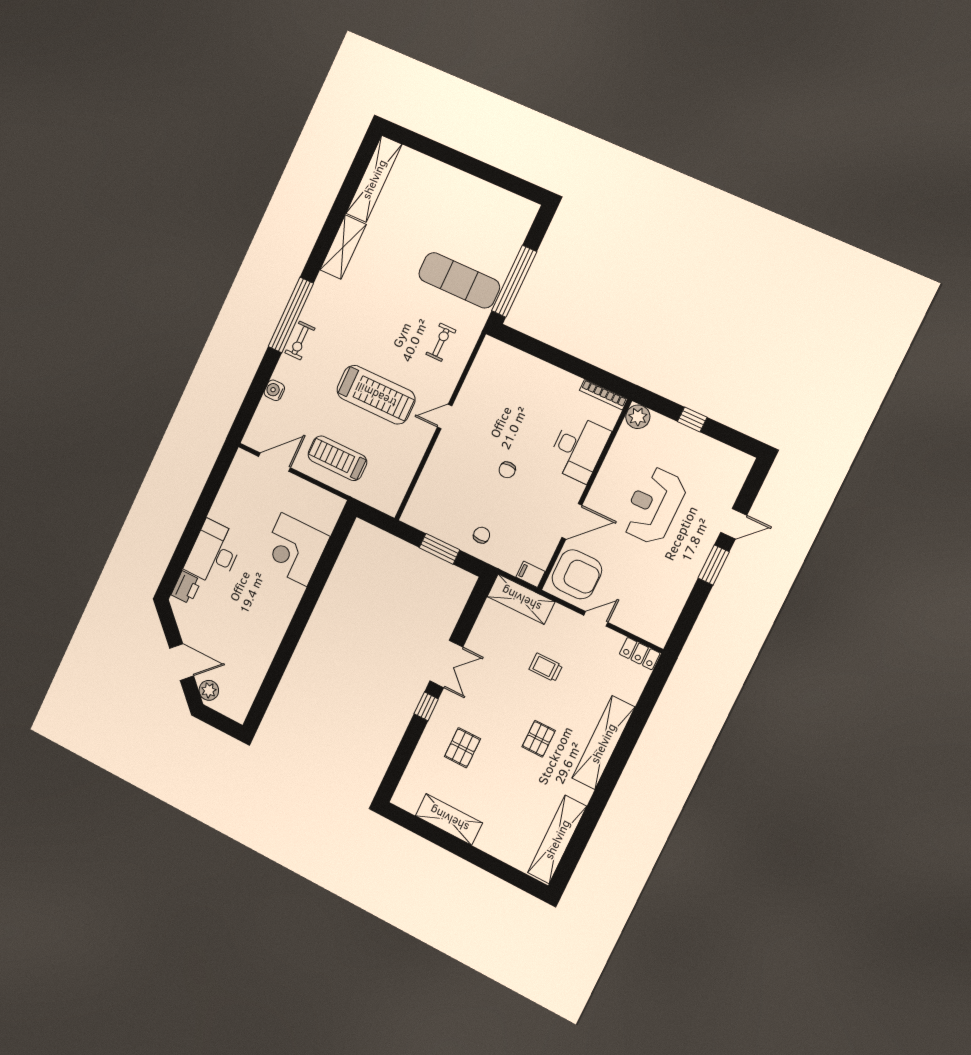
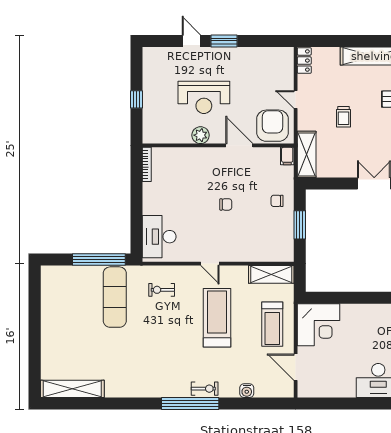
shelving: (343, 247) -> (271, 274), moved
plant: (638, 417) -> (201, 135), moved
desk: (578, 448) -> (159, 237), moved, turned -90
corner desk: (294, 549) -> (318, 325), moved

